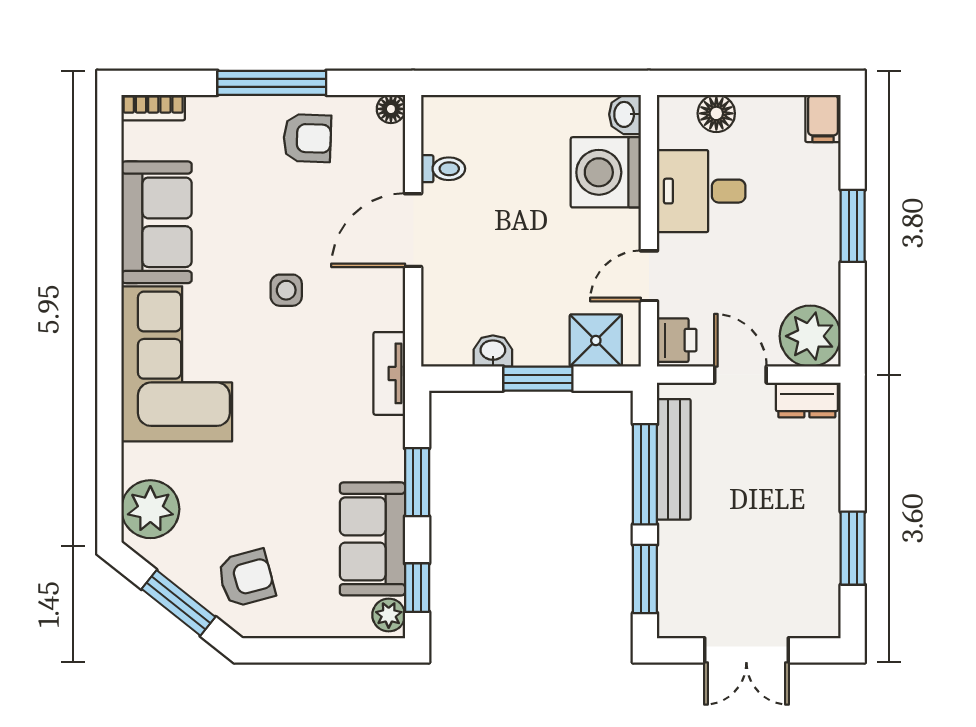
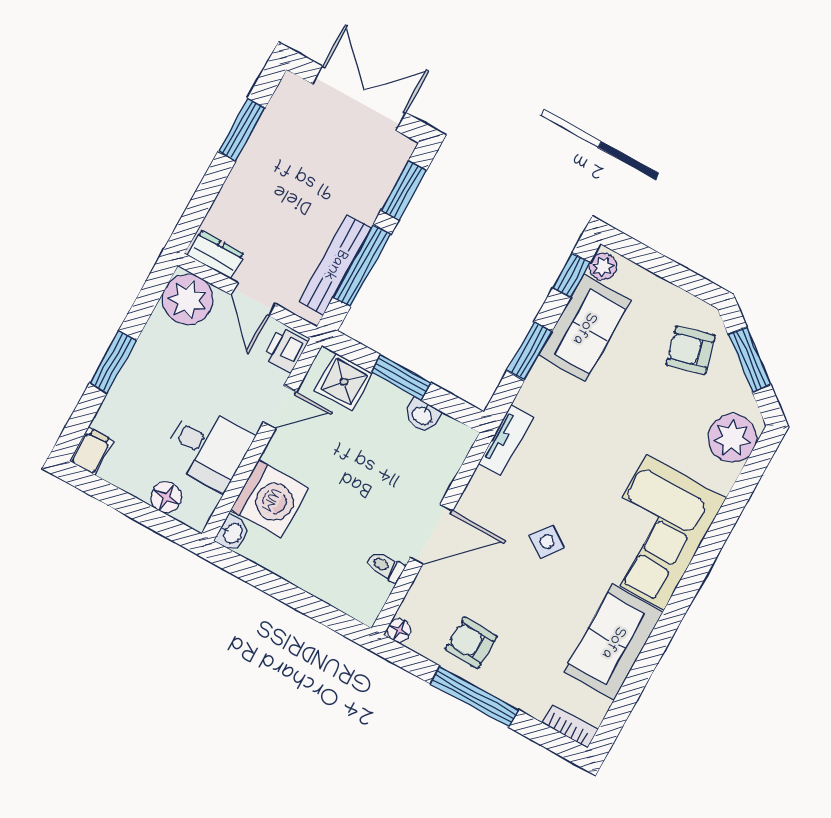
side table: (286, 290) -> (547, 542), turned 36
double door: (746, 650) -> (359, 98), width x1.37

